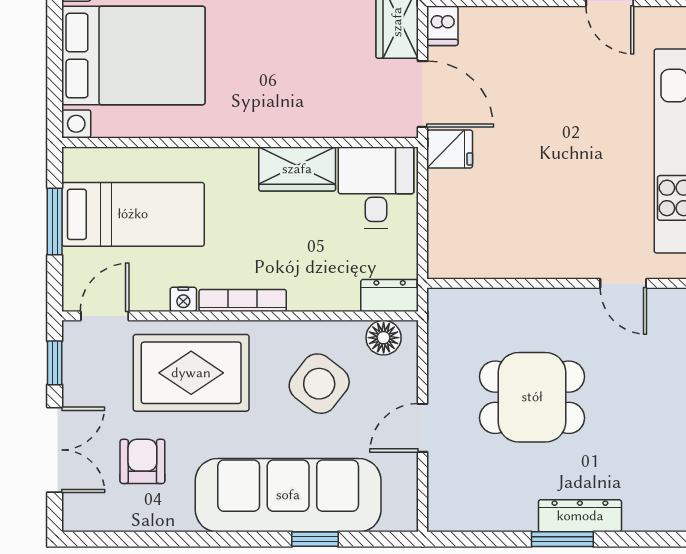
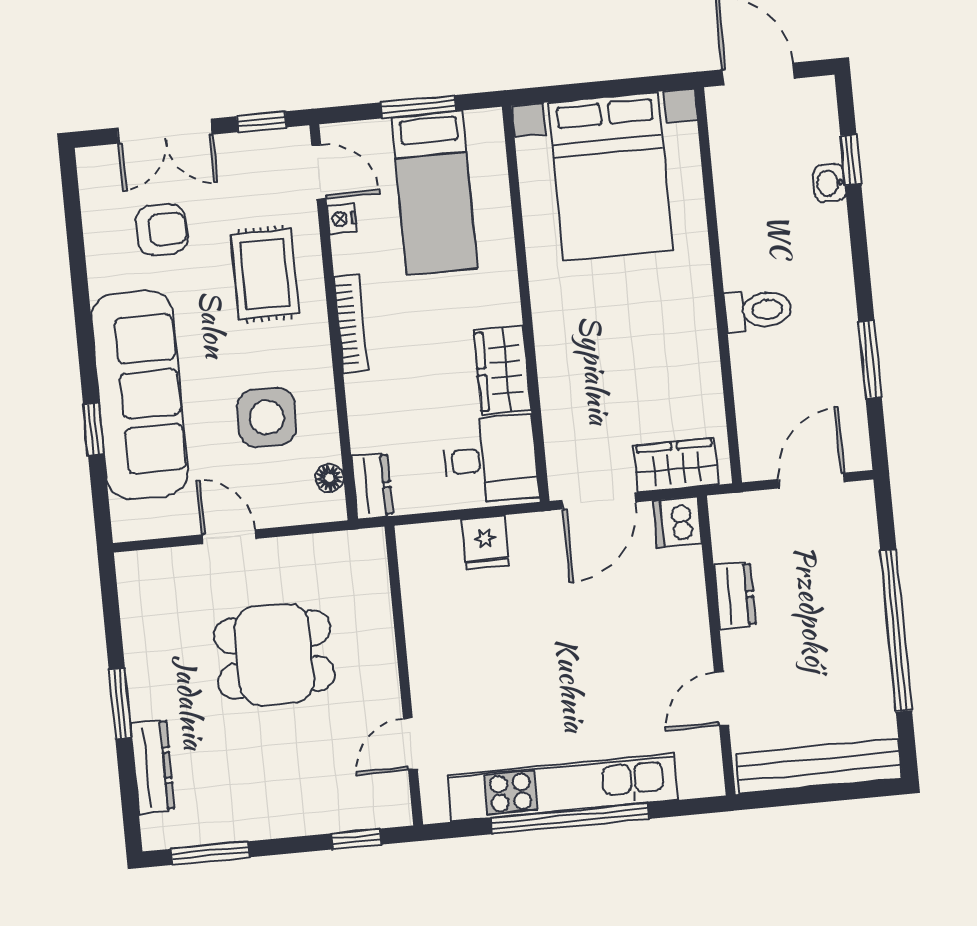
dishwasher: (442, 26) -> (677, 522), width x1.38
fridge: (450, 149) -> (485, 542), moved
nightstand: (183, 299) -> (342, 219), moved
floor lamp: (384, 338) -> (329, 478), width x0.73, depth x0.73
rug: (191, 373) -> (265, 274), width x0.73, depth x0.70
side table: (319, 384) -> (267, 417), turned -38
dining table: (532, 397) -> (274, 655), turned 90
dresser: (580, 516) -> (152, 767), moved

